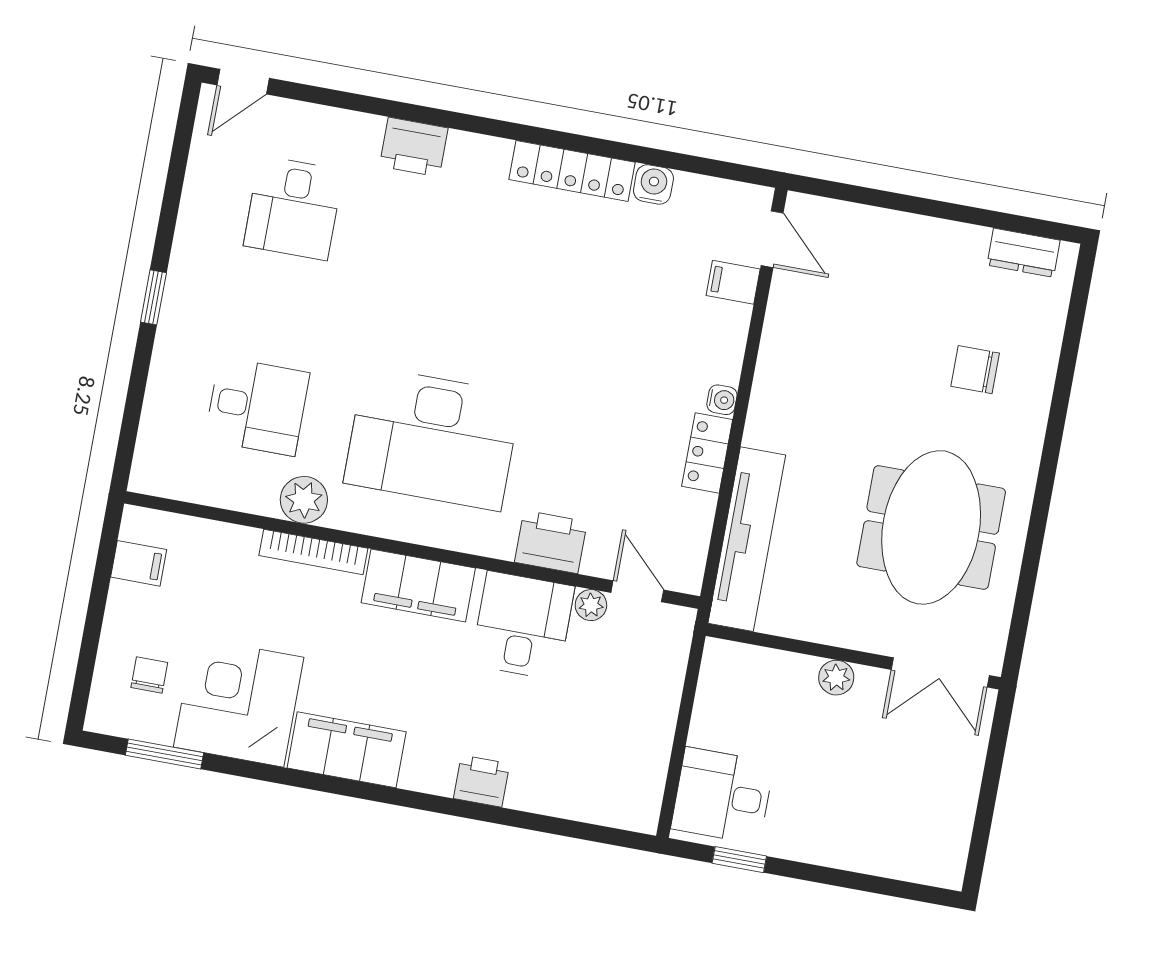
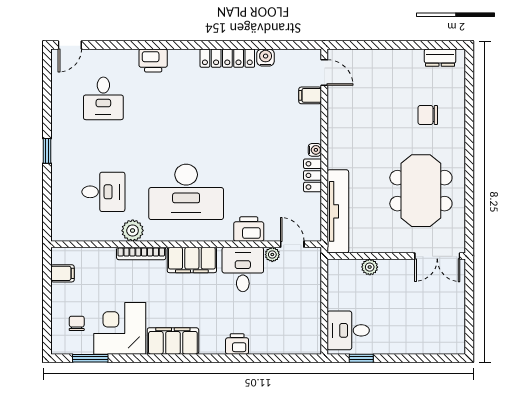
plant: (836, 678) -> (370, 267), moved

